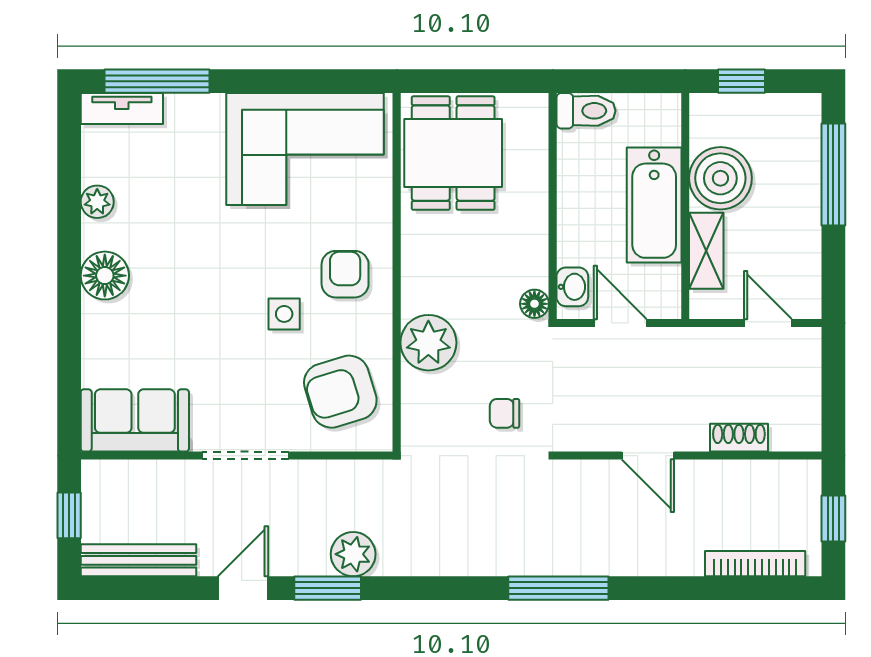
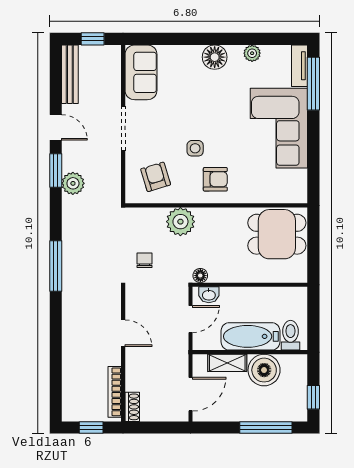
window: (742, 81) -> (313, 397), moved
toilet: (586, 111) -> (291, 335), moved, turned 180
corner sofa: (305, 149) -> (279, 128), moved
door: (768, 323) -> (191, 394), width x1.38
armchair: (340, 392) -> (156, 177), width x0.72, depth x0.72
shoe rack: (739, 438) -> (132, 407), moved
door: (648, 456) -> (123, 333), swing flipped
bookcase: (755, 564) -> (115, 392), moved, turned 180
window: (558, 588) -> (56, 266), moved

